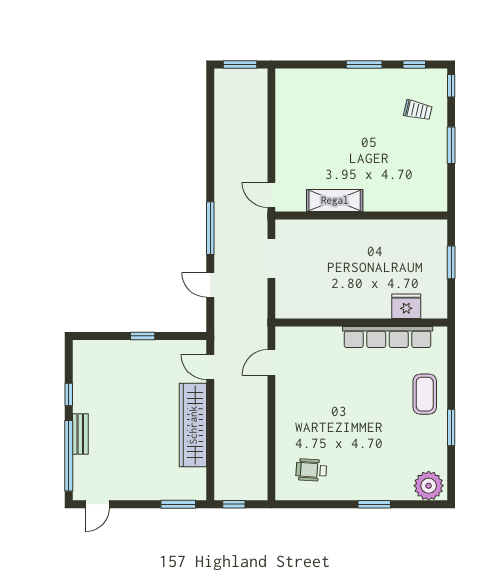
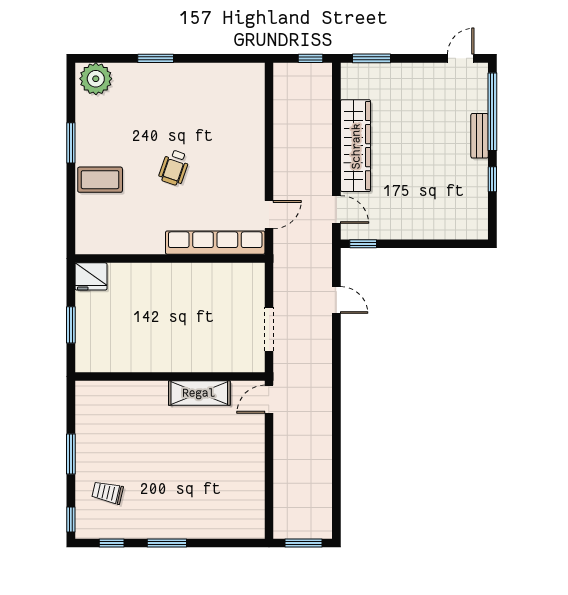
door: (271, 195) -> (269, 399), swing flipped
window: (210, 228) -> (336, 363), removed
fridge: (406, 306) -> (91, 276), moved
window: (143, 336) -> (363, 244), moved
row of seats: (388, 337) -> (215, 243), moved
coffee table: (425, 394) -> (100, 180), turned 90
wheelchair: (311, 470) -> (174, 168), moved, turned 105

